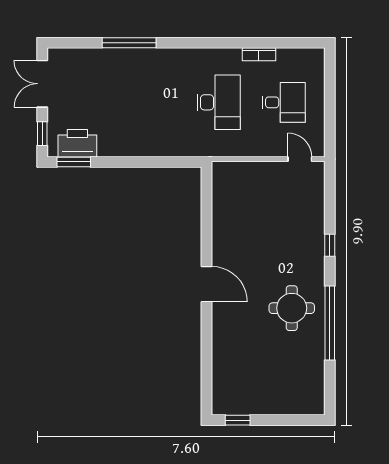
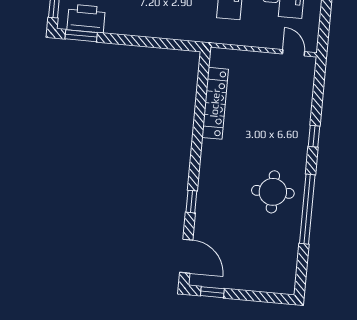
locker: (222, 220) -> (215, 103), added
door: (207, 284) -> (186, 256), moved
window: (207, 326) -> (191, 202), added

